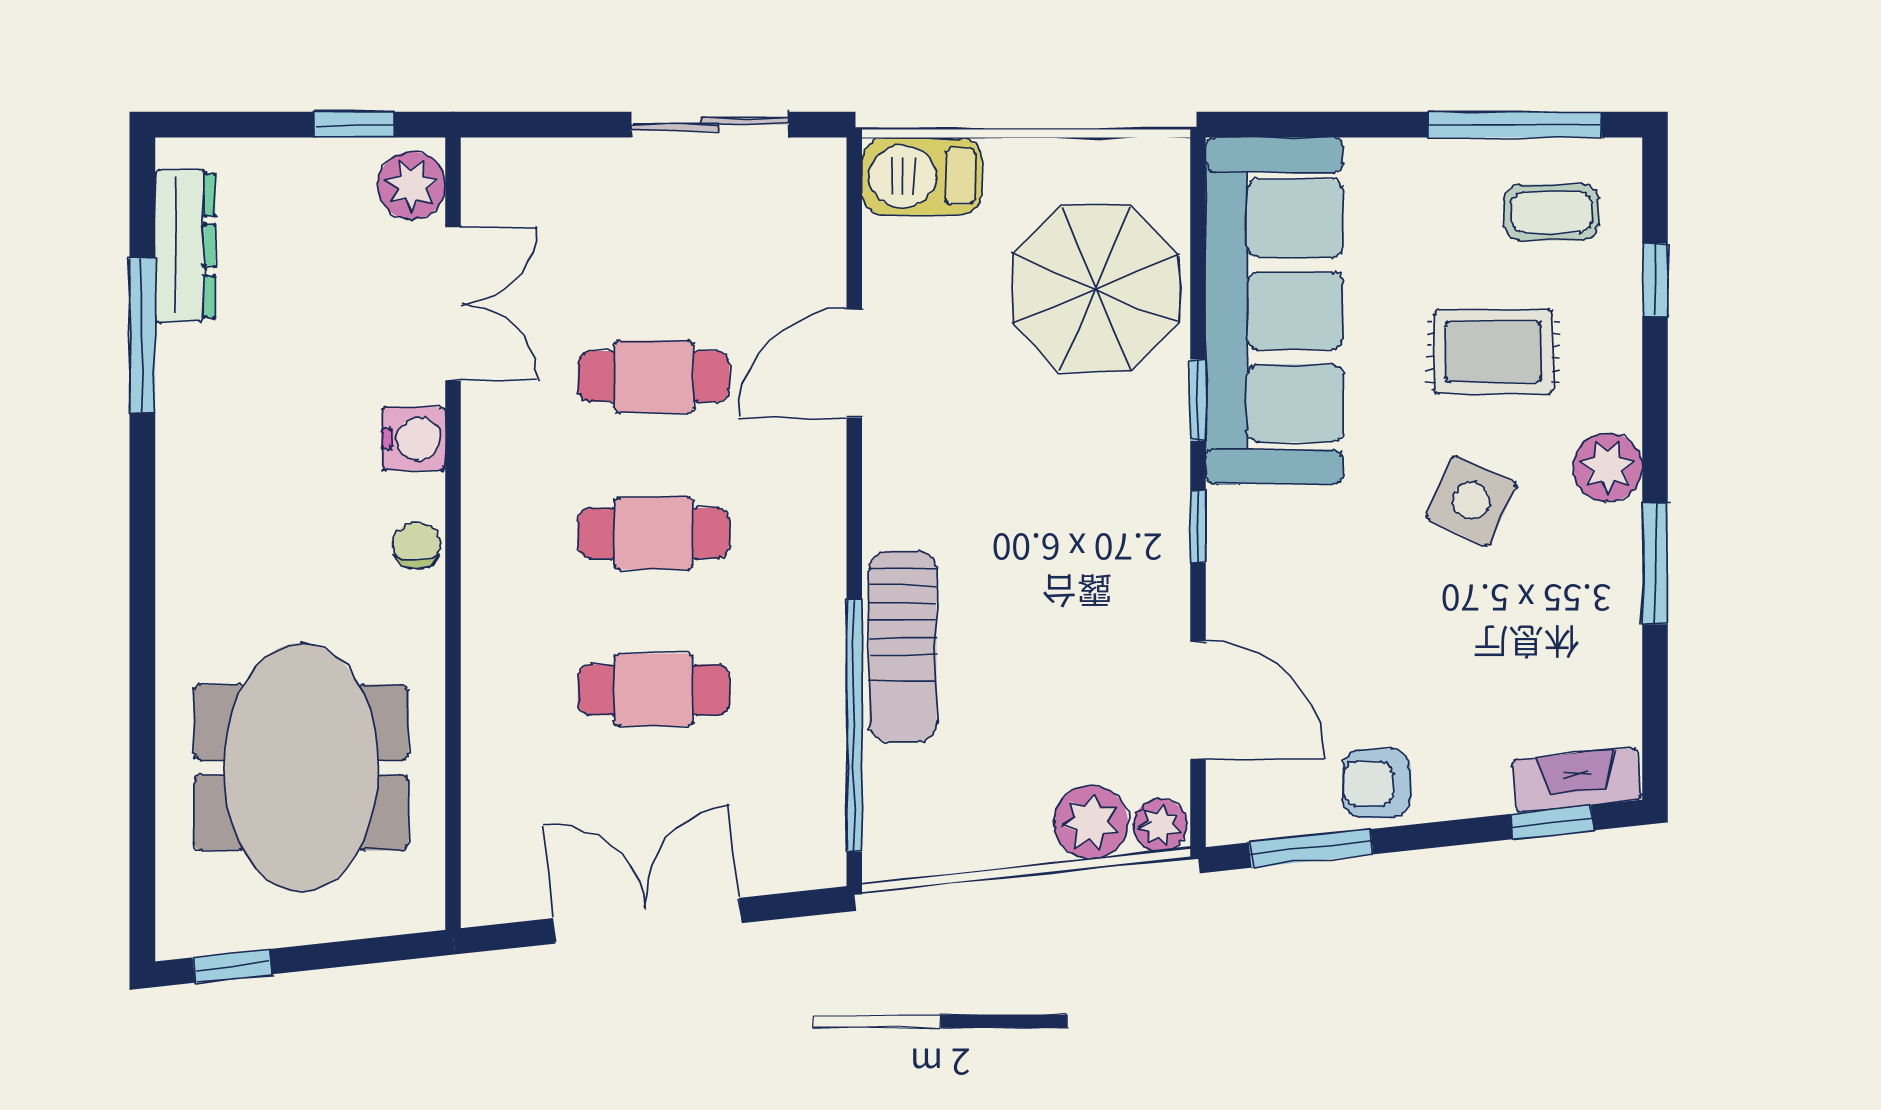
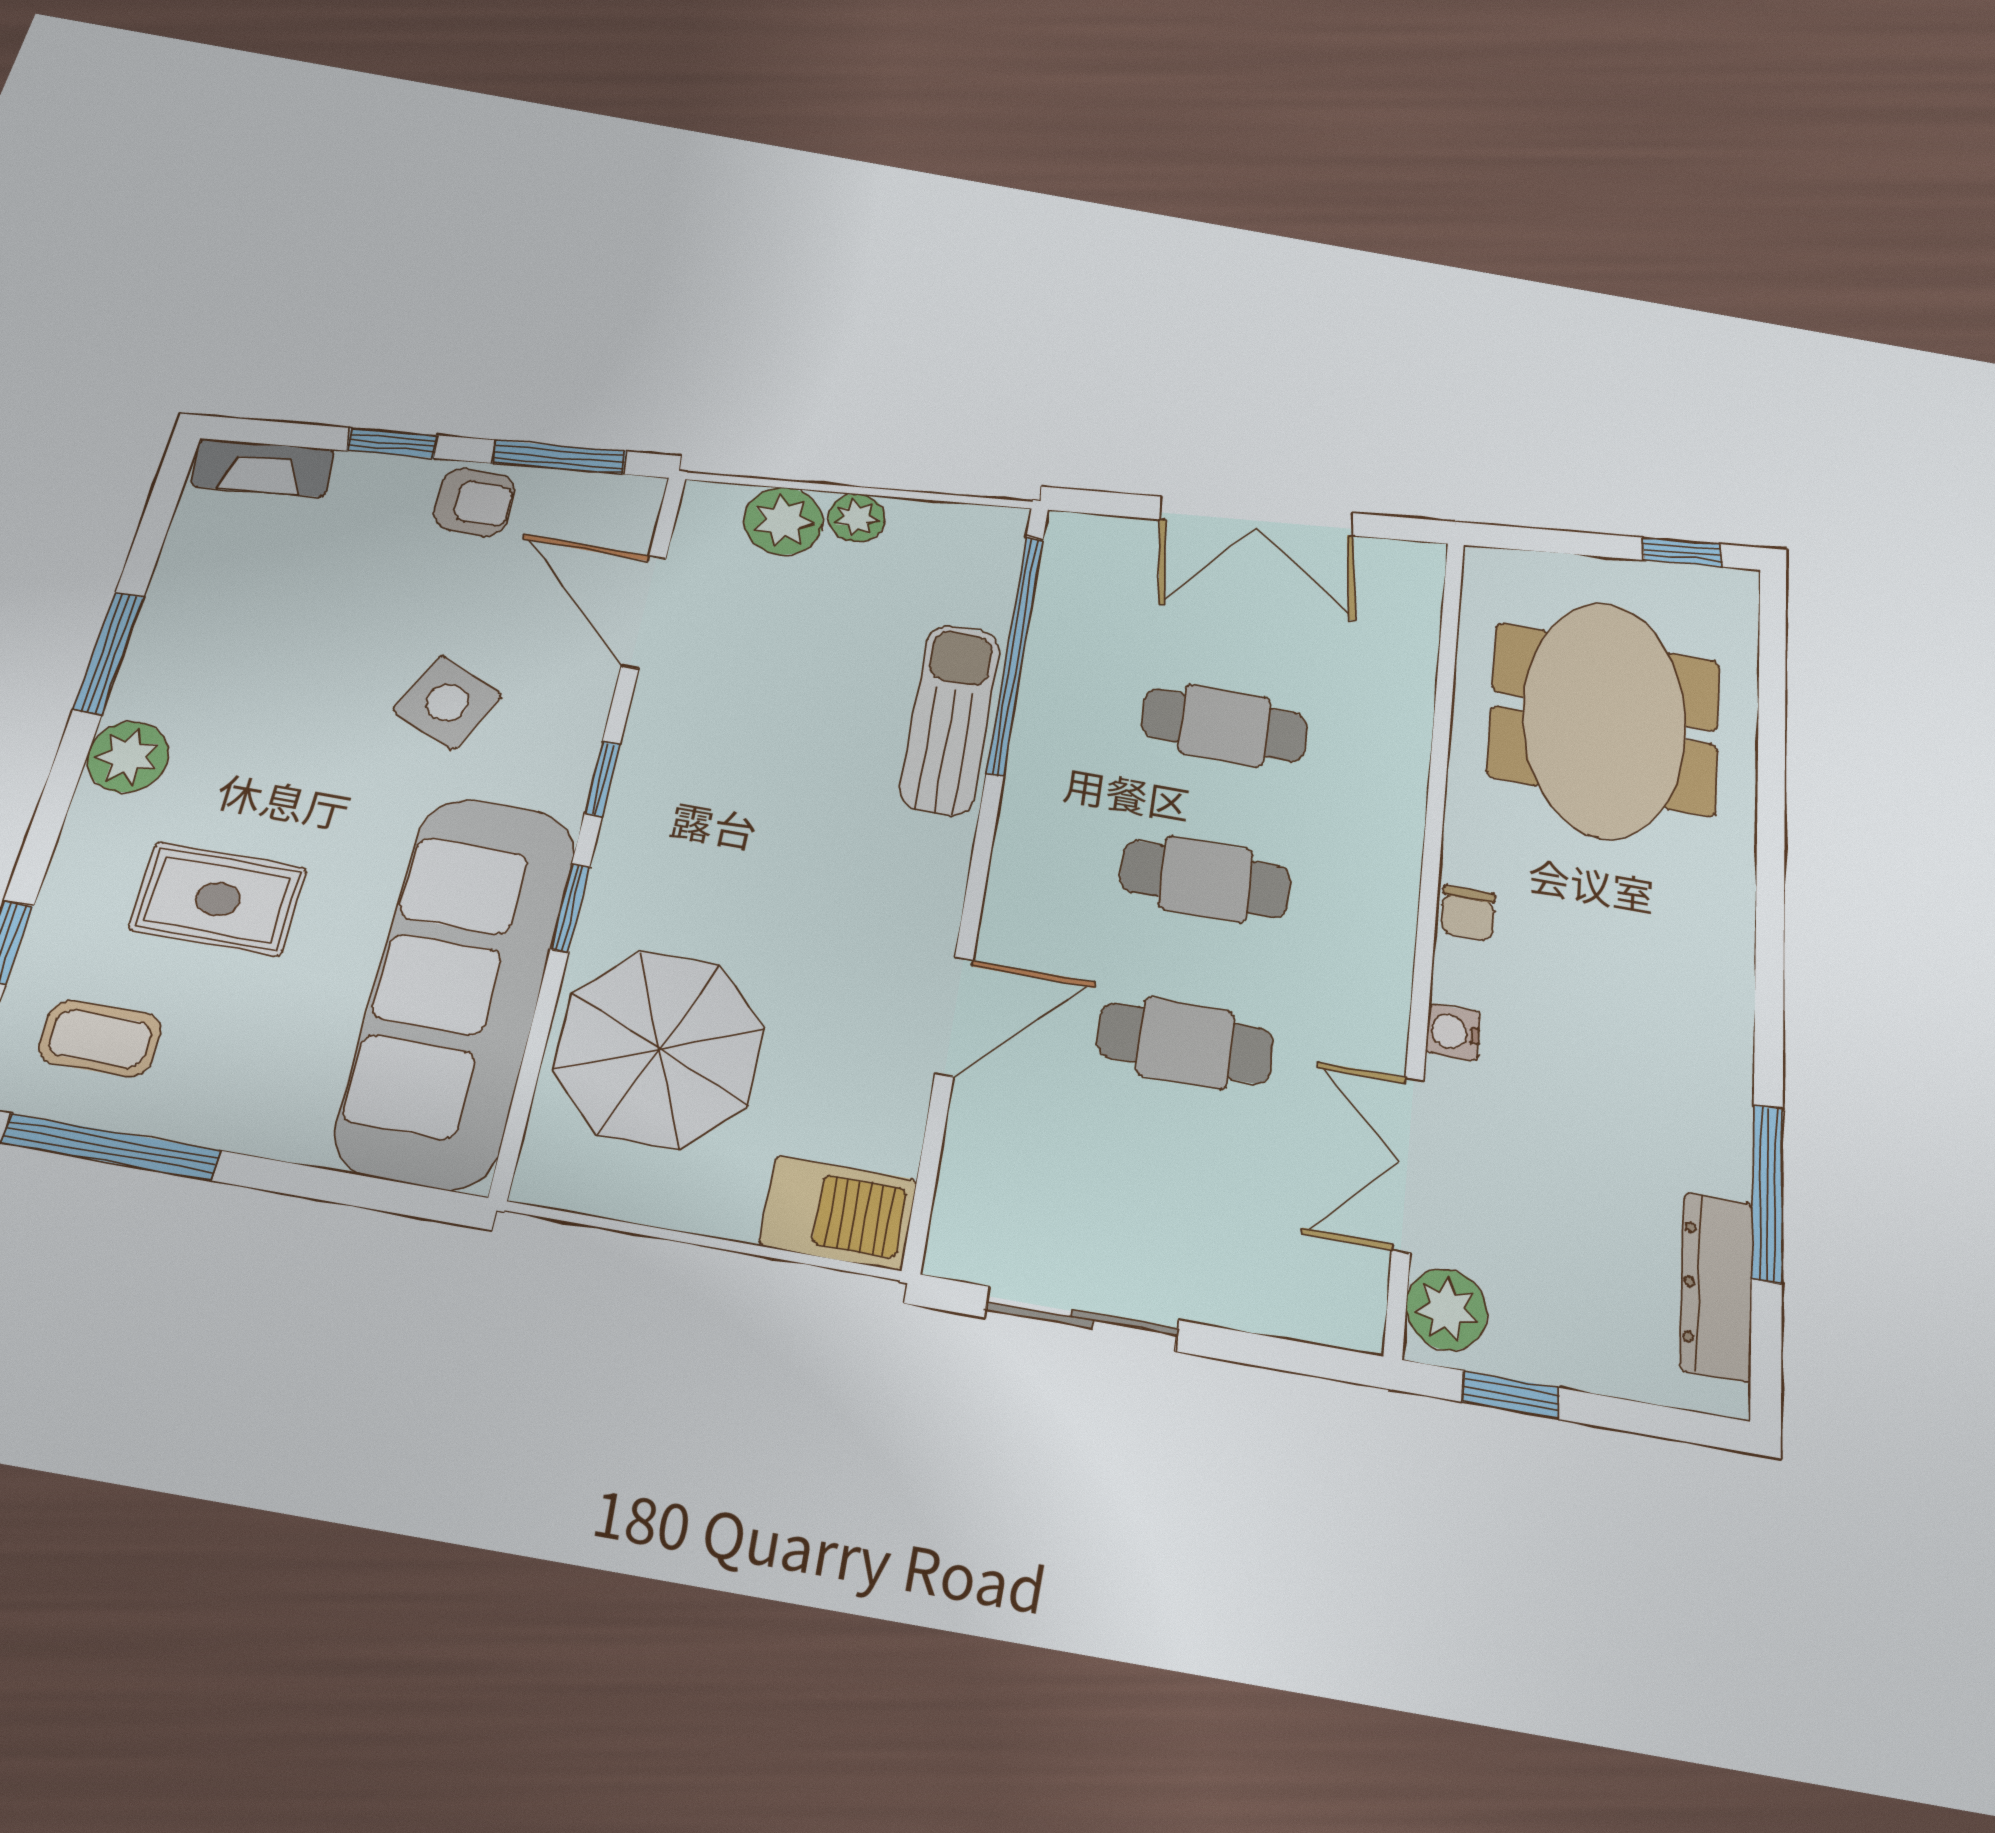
water cooler: (414, 439) -> (1453, 1032), width x0.72, depth x0.72
side table: (1471, 501) -> (447, 703), moved
window: (1552, 822) -> (392, 443), moved
plant: (1160, 825) -> (857, 518), moved

